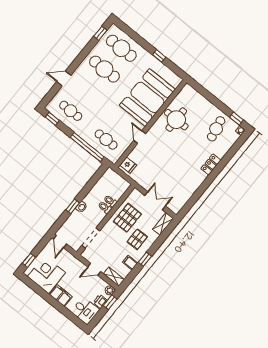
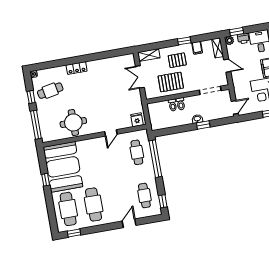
door: (64, 78) -> (129, 223), swing flipped
window: (204, 92) -> (36, 125), added
booth: (147, 97) -> (63, 167), moved, turned 90
window: (236, 119) -> (31, 97), moved

